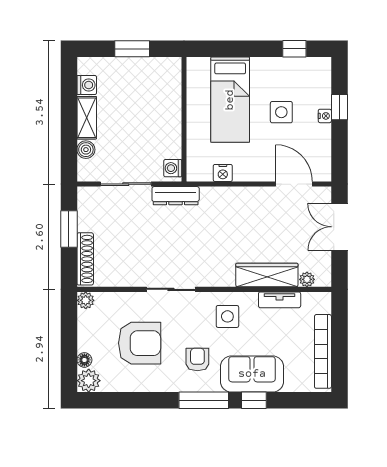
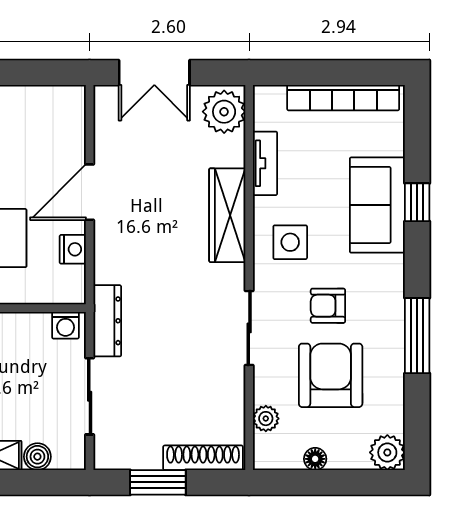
door: (294, 184) -> (90, 192), moved
wardrobe: (267, 275) -> (227, 215), moved
plant: (307, 279) -> (224, 112), width x1.88, depth x1.88
plant: (86, 300) -> (266, 419), moved
armchair: (197, 359) -> (328, 306), moved
floor lamp: (84, 360) -> (315, 459), moved
window: (204, 400) -> (417, 336), moved

